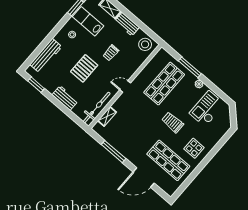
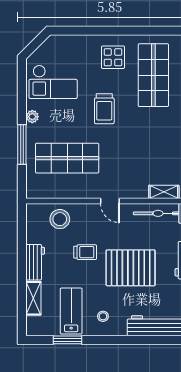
lab bench: (88, 21) -> (71, 311), turned 180
stool: (145, 44) -> (60, 219), moved
pallet: (84, 68) -> (131, 268), width x1.37, depth x1.41

